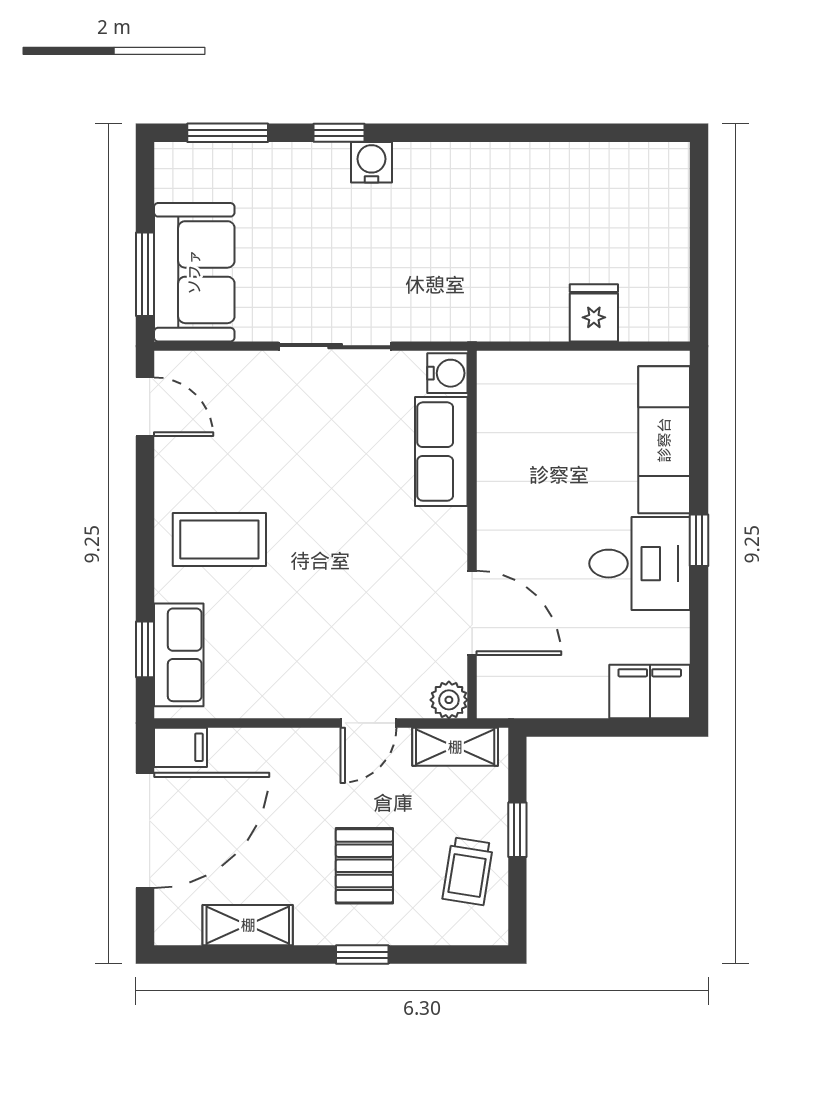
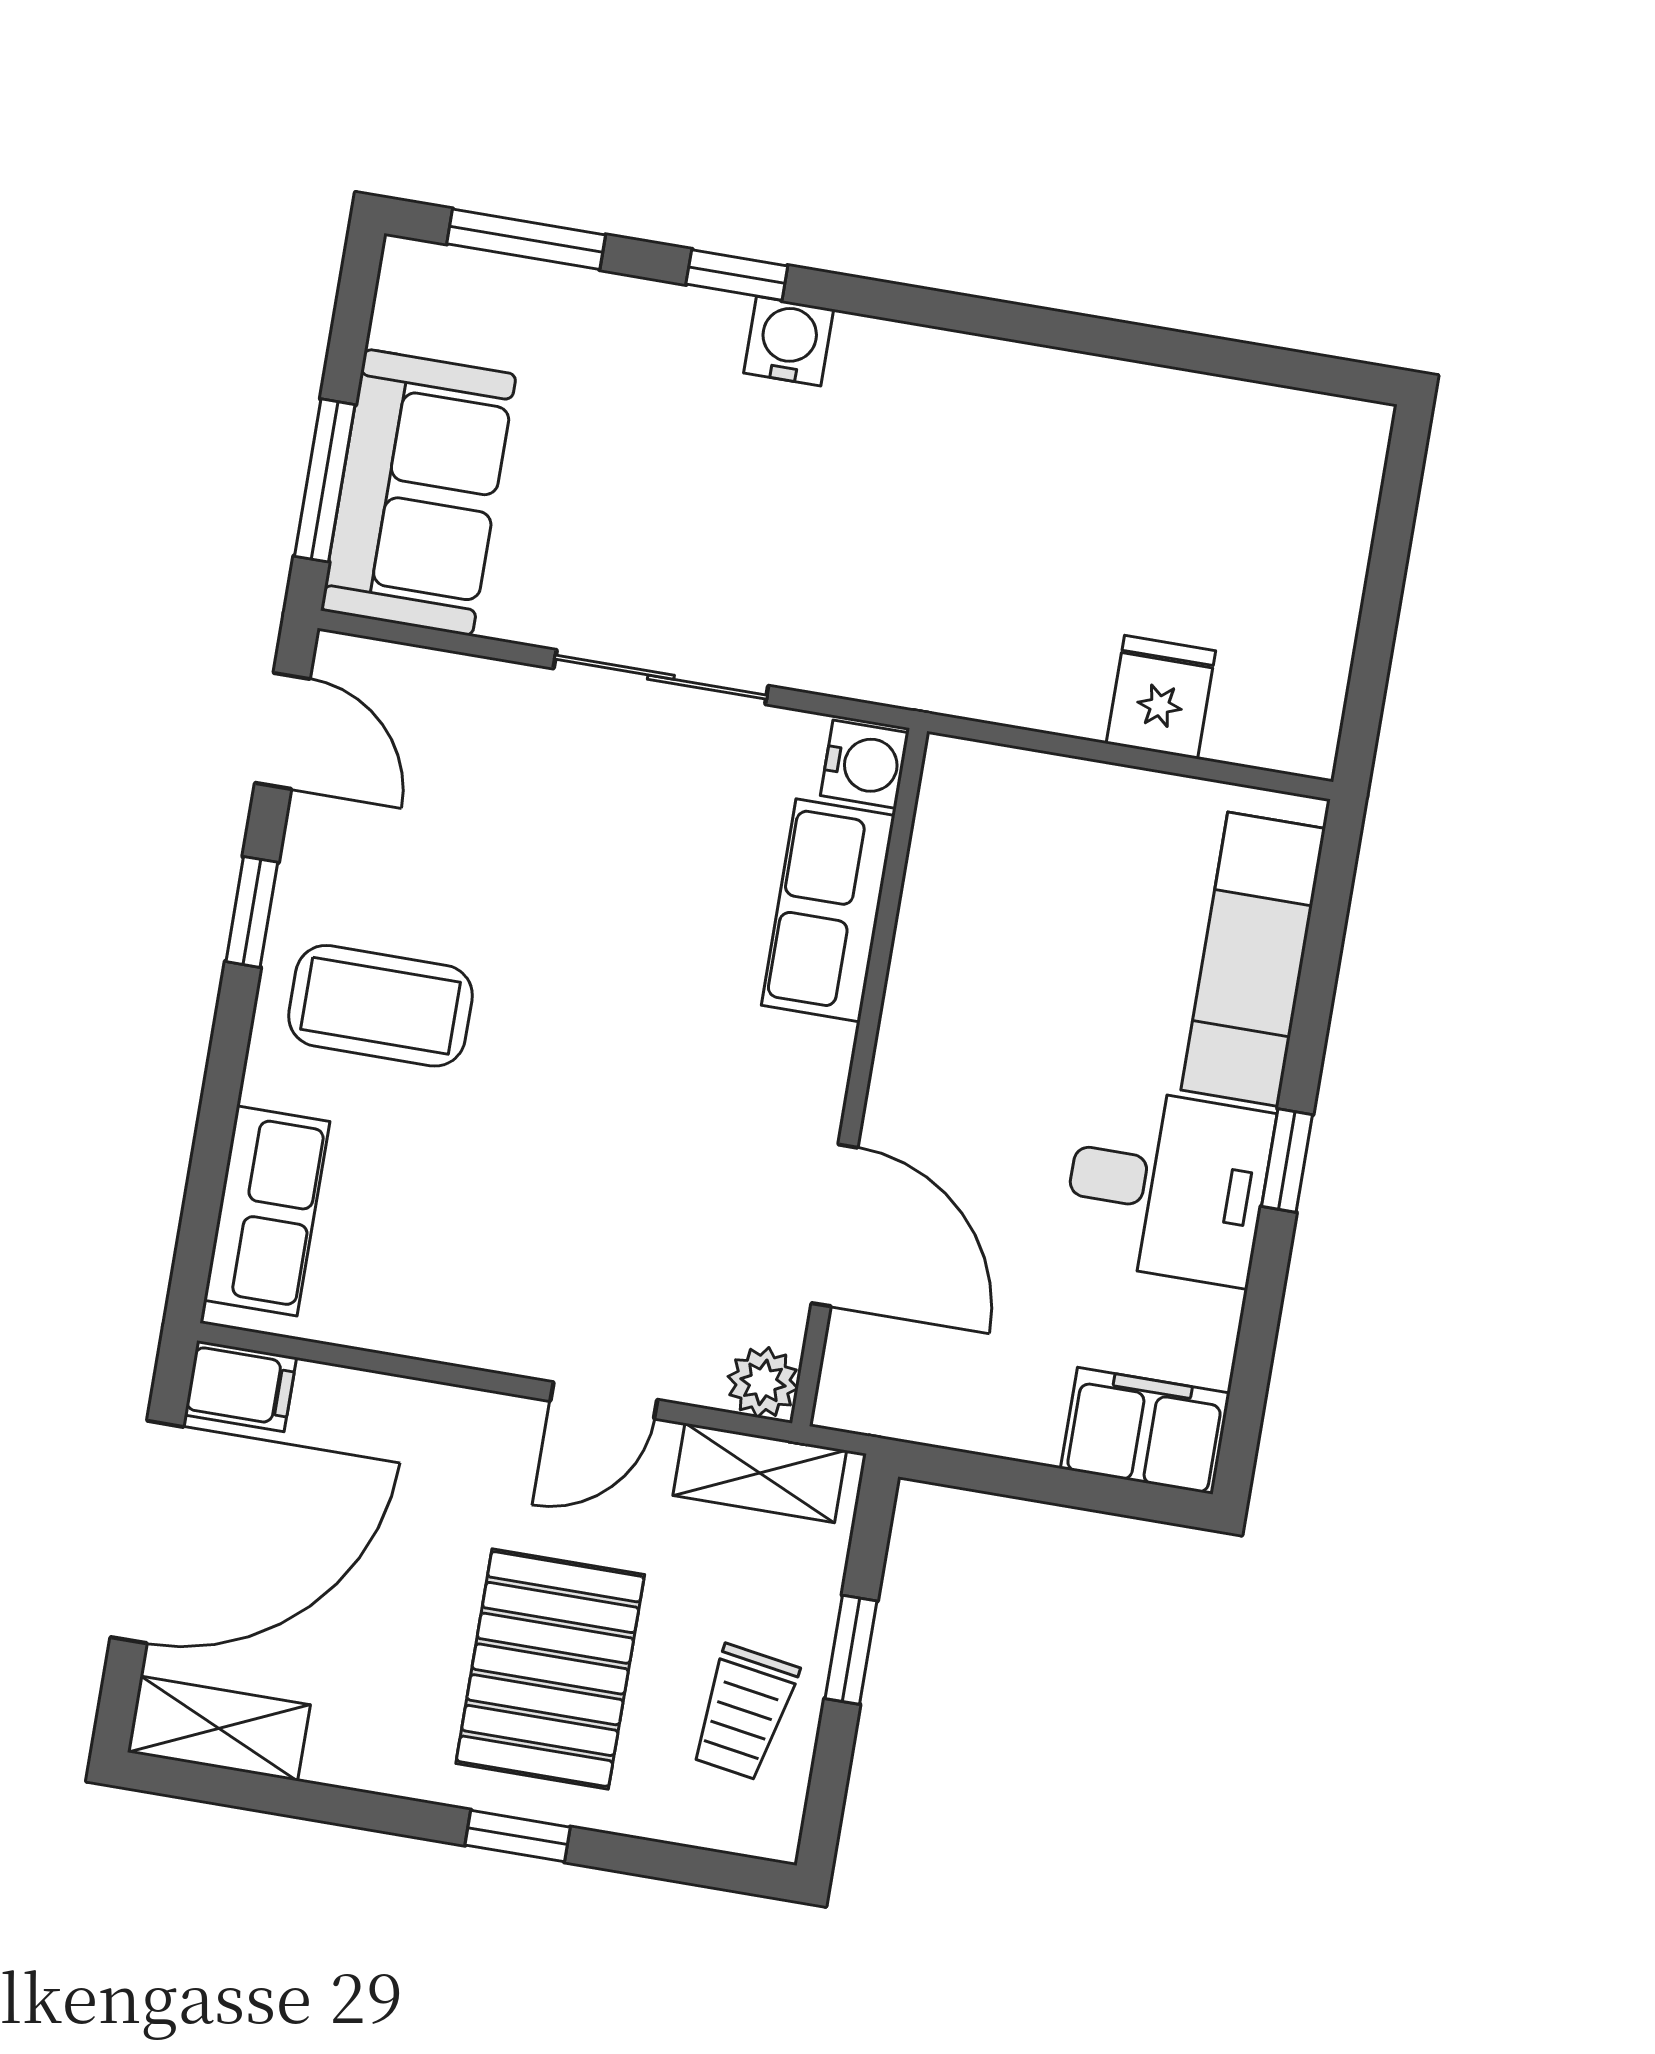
window: (145, 649) -> (252, 912), moved
pallet: (364, 866) -> (550, 1669), width x1.50, depth x1.42
shelving: (248, 925) -> (219, 1728), moved

